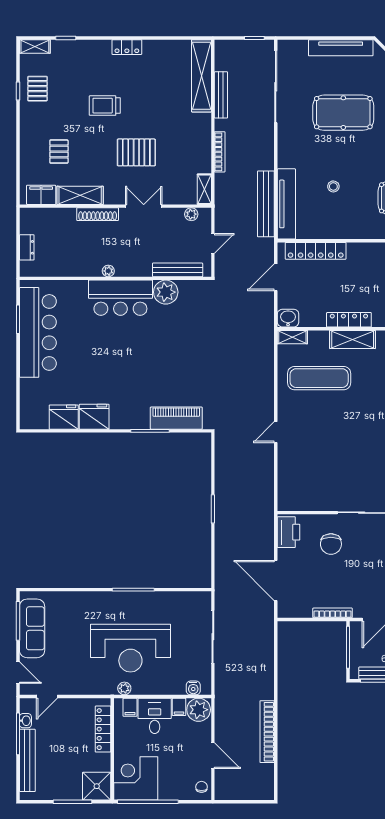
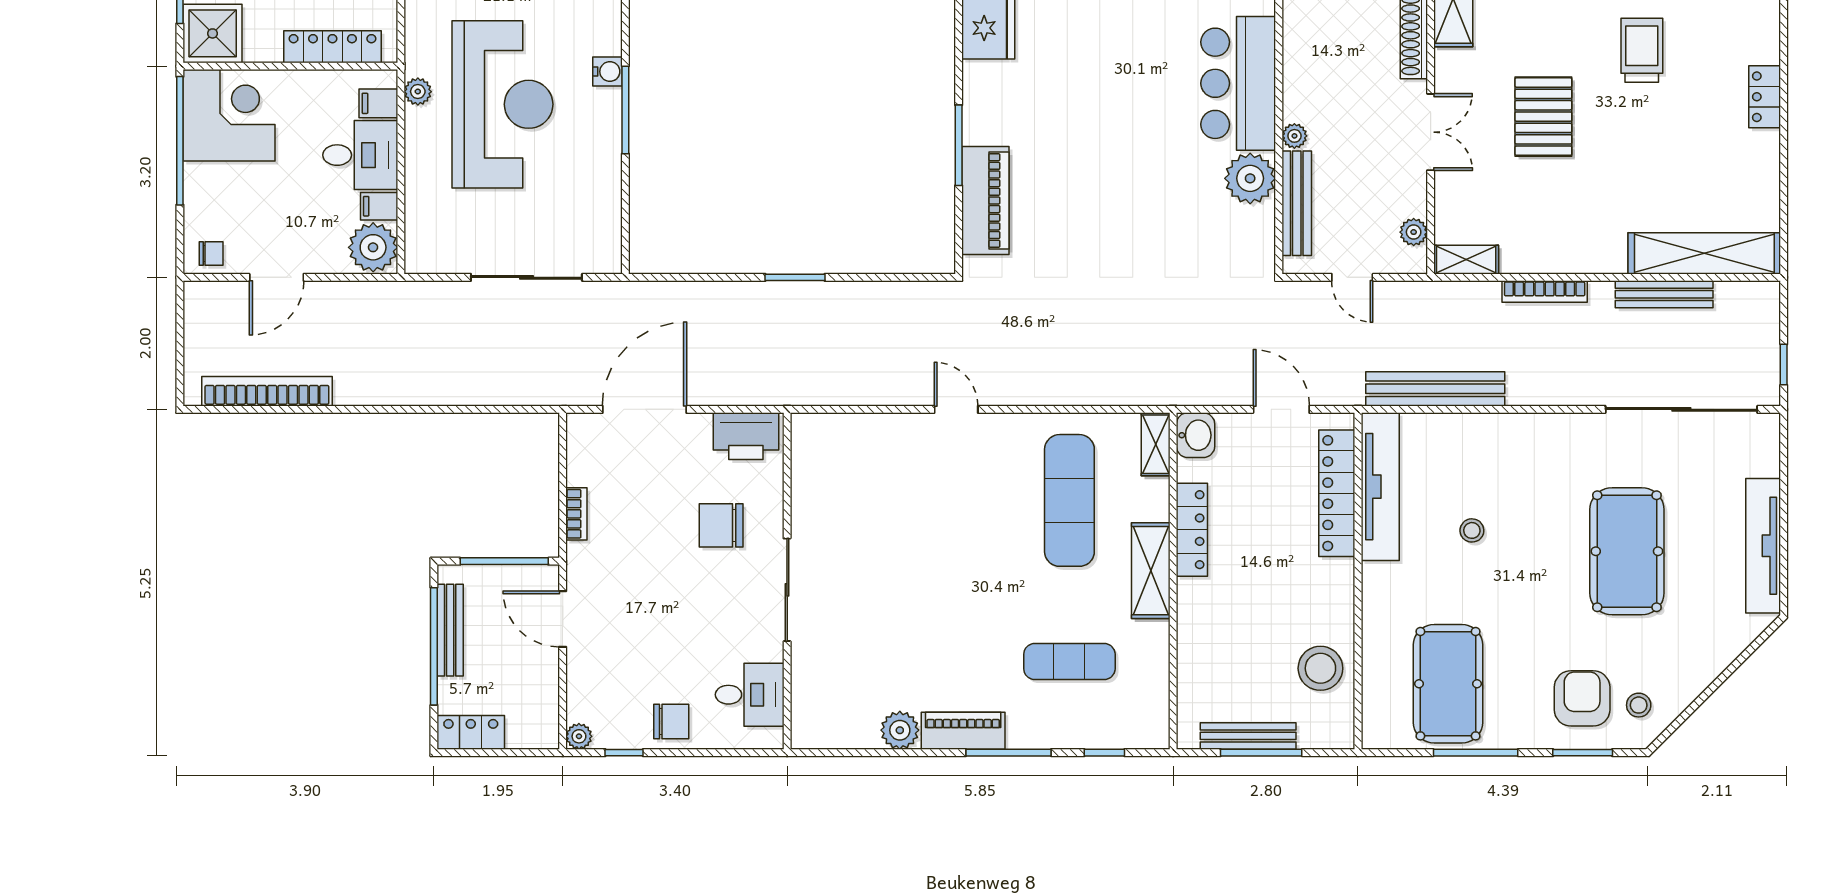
tv unit: (286, 204) -> (1380, 487), moved, turned -90
plant: (108, 271) -> (1294, 136), moved
locker: (349, 320) -> (1192, 530), moved
bookcase: (333, 613) -> (576, 514), width x0.64
reception desk: (130, 648) -> (502, 104), turned 180
water cooler: (193, 688) -> (607, 72), moved, turned 180
bookcase: (267, 732) -> (267, 391), moved

